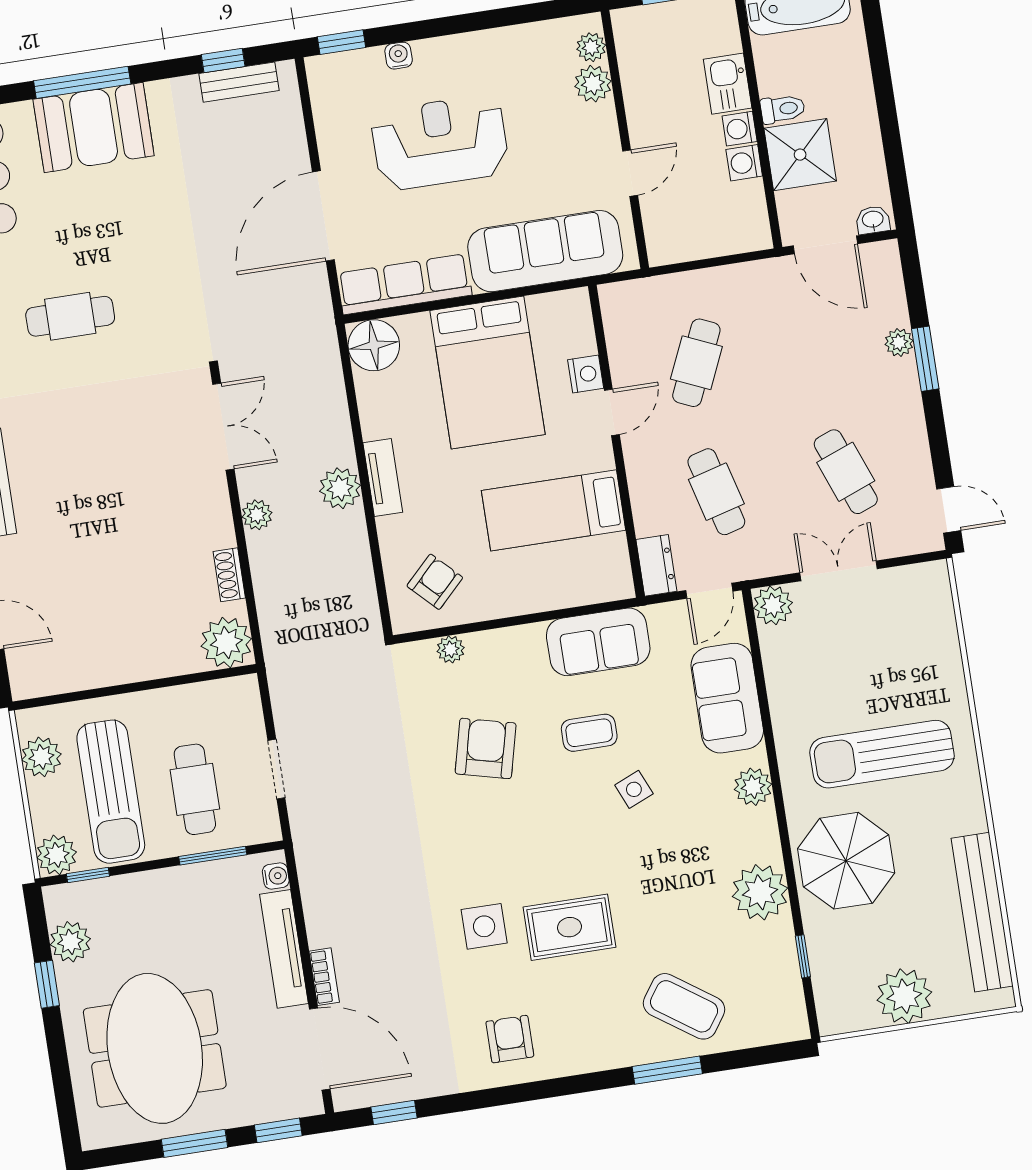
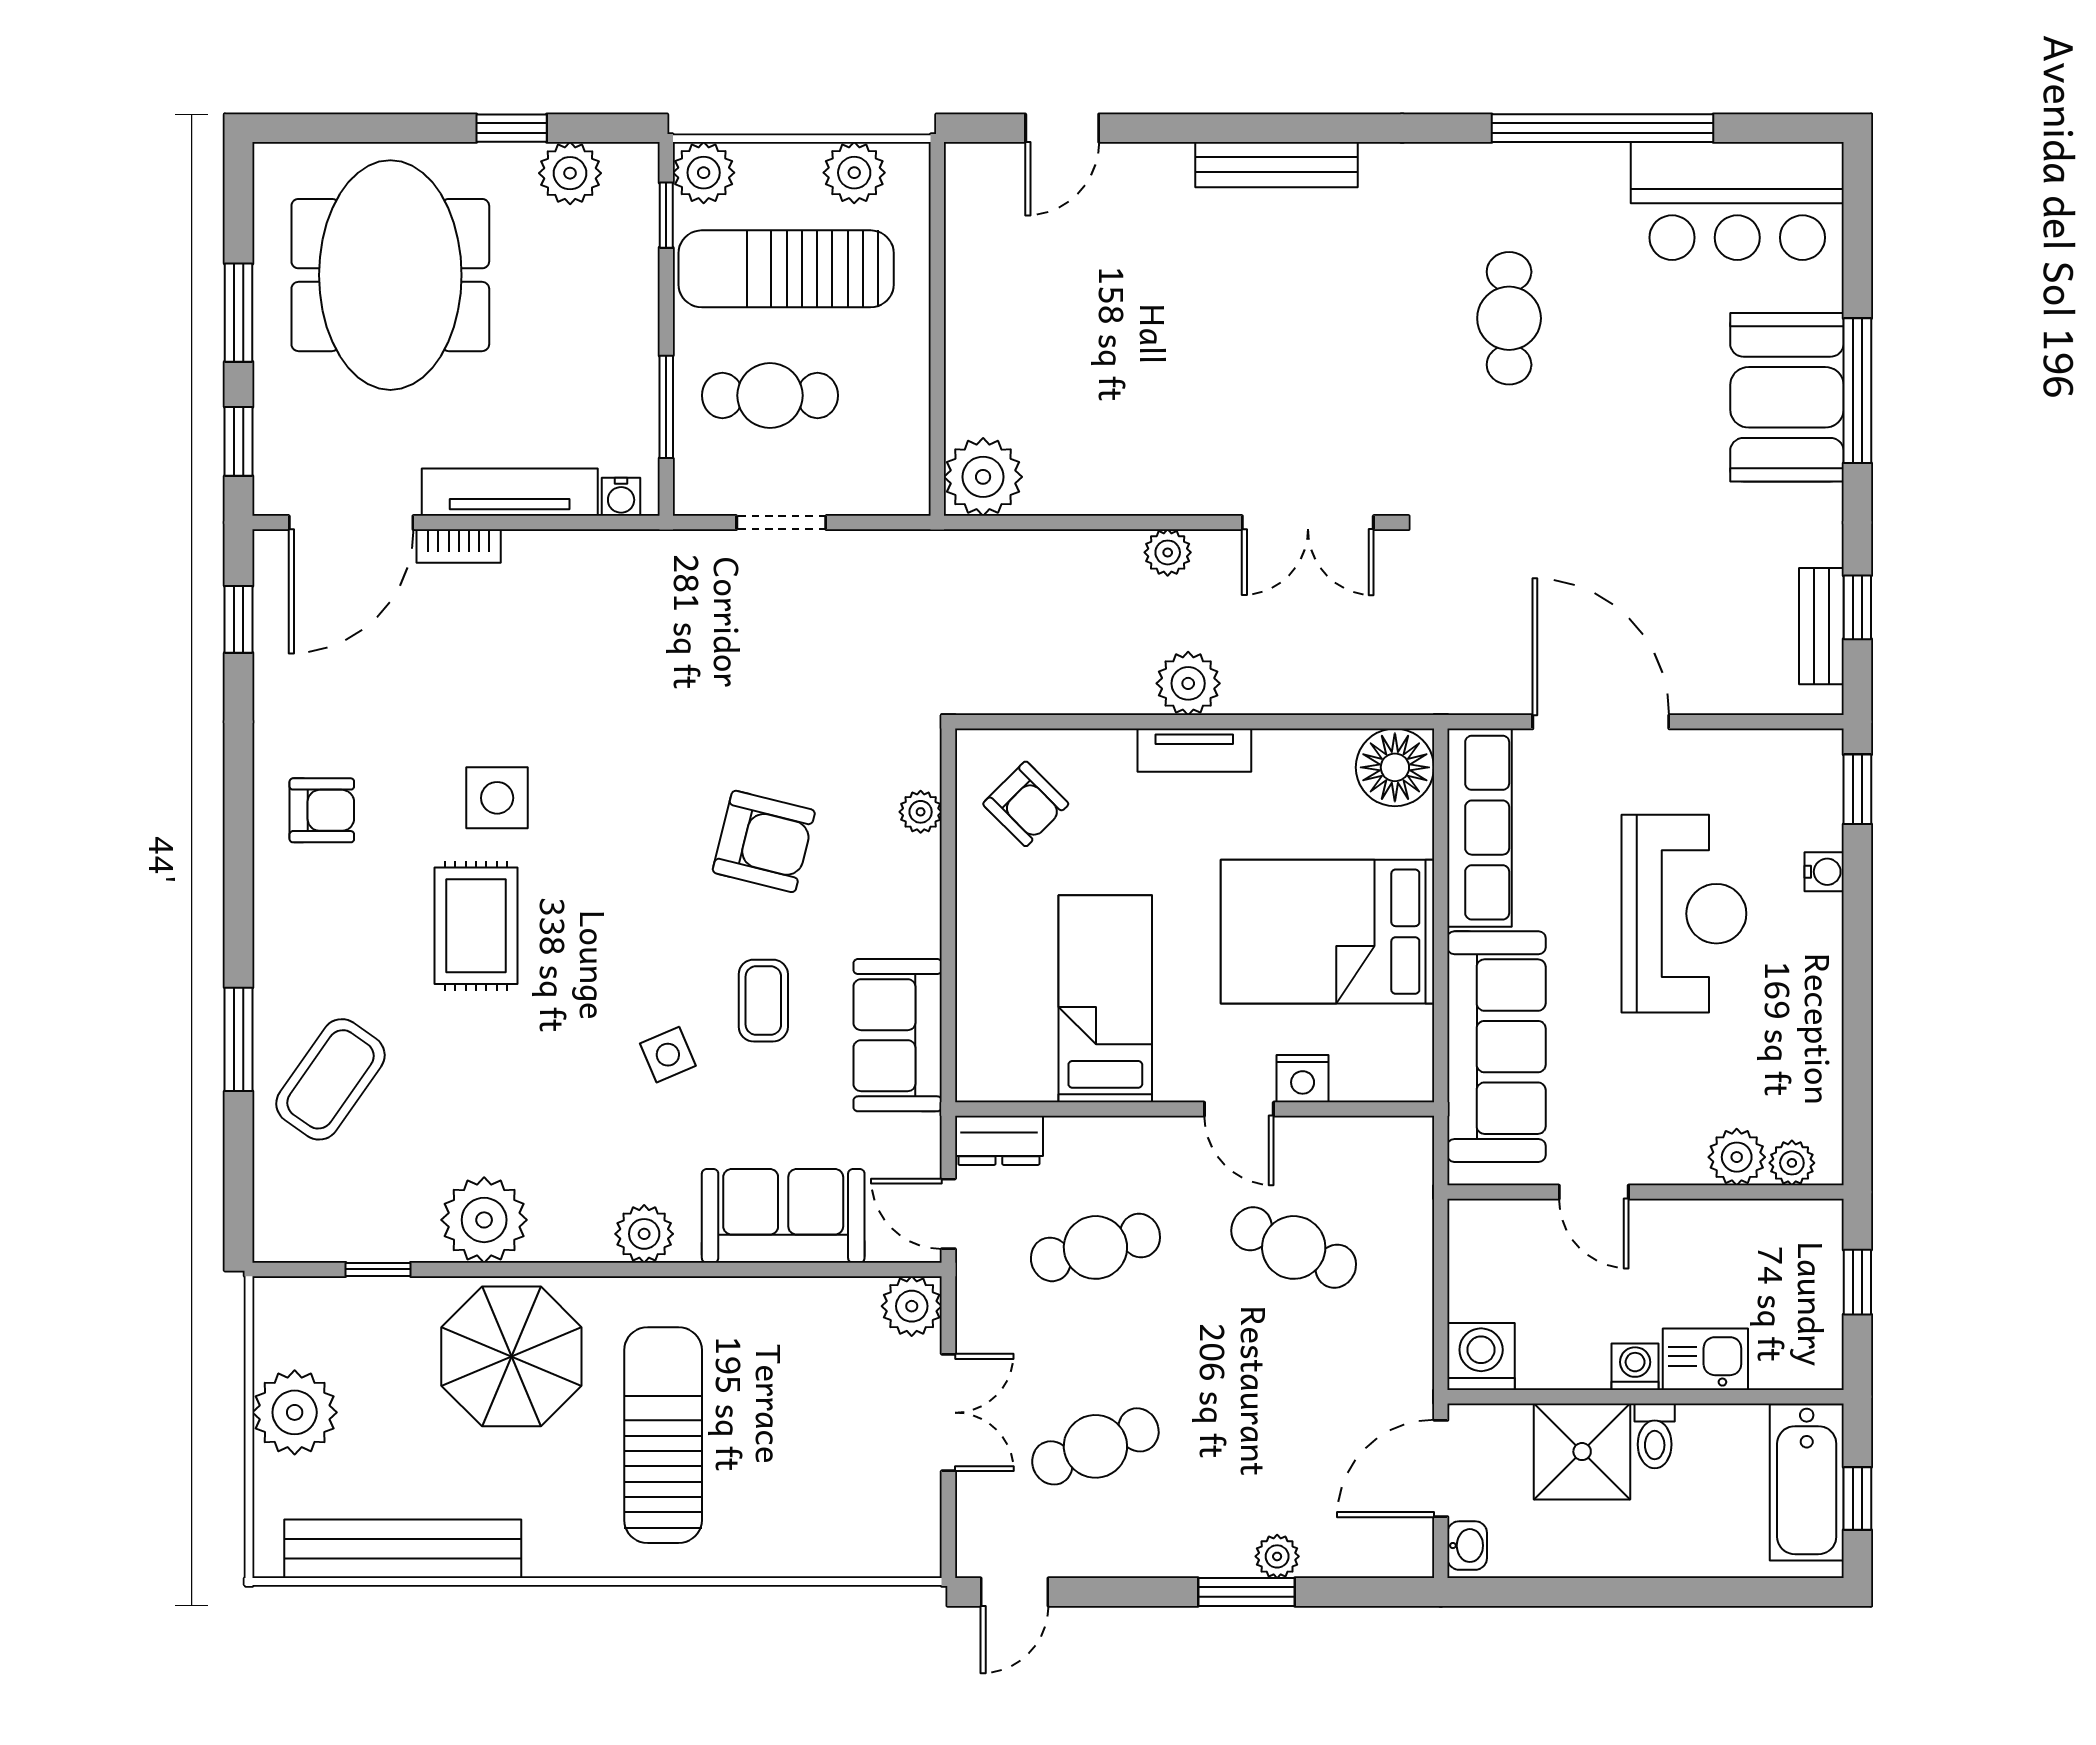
washing machine: (744, 163) -> (1481, 1356), moved, width x1.38, depth x1.38
shoe rack: (229, 575) -> (1084, 497), removed
meeting table: (155, 1048) -> (390, 275), turned 90

